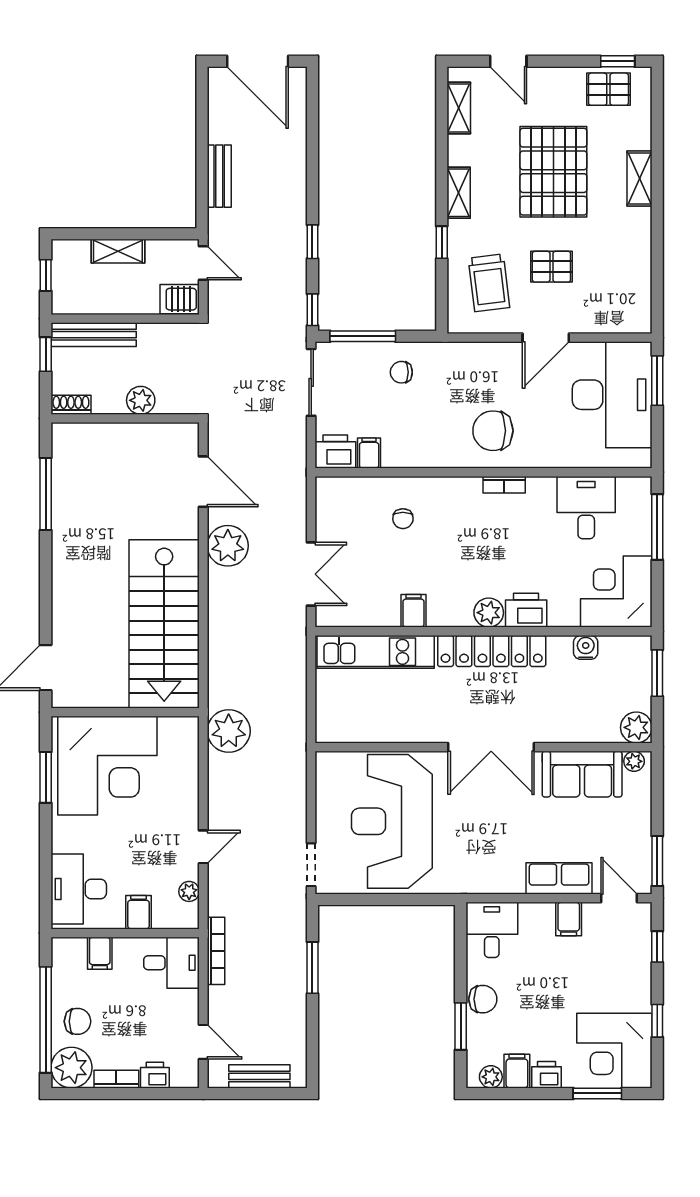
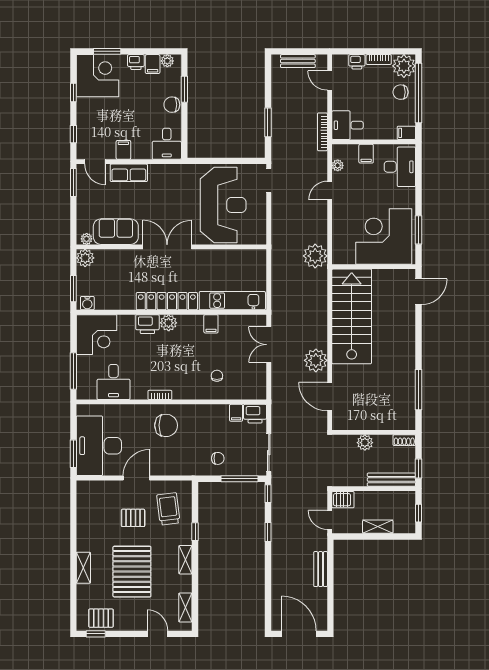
water cooler: (586, 647) -> (87, 303), moved
filing cabinet: (100, 953) -> (406, 133), moved, turned -90

